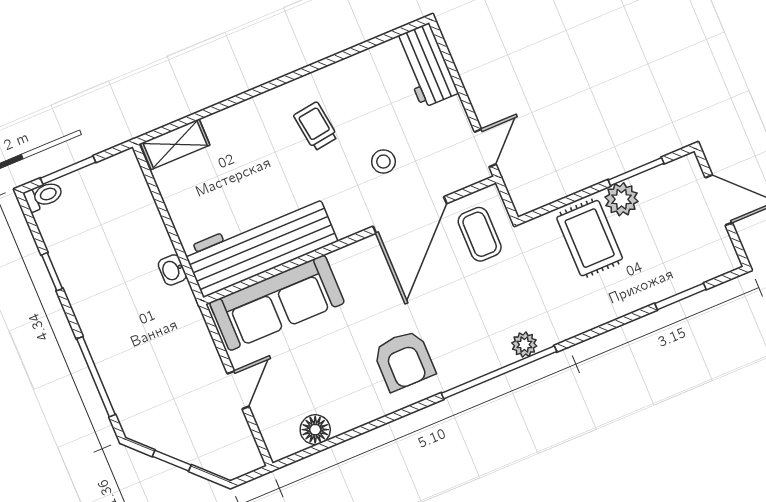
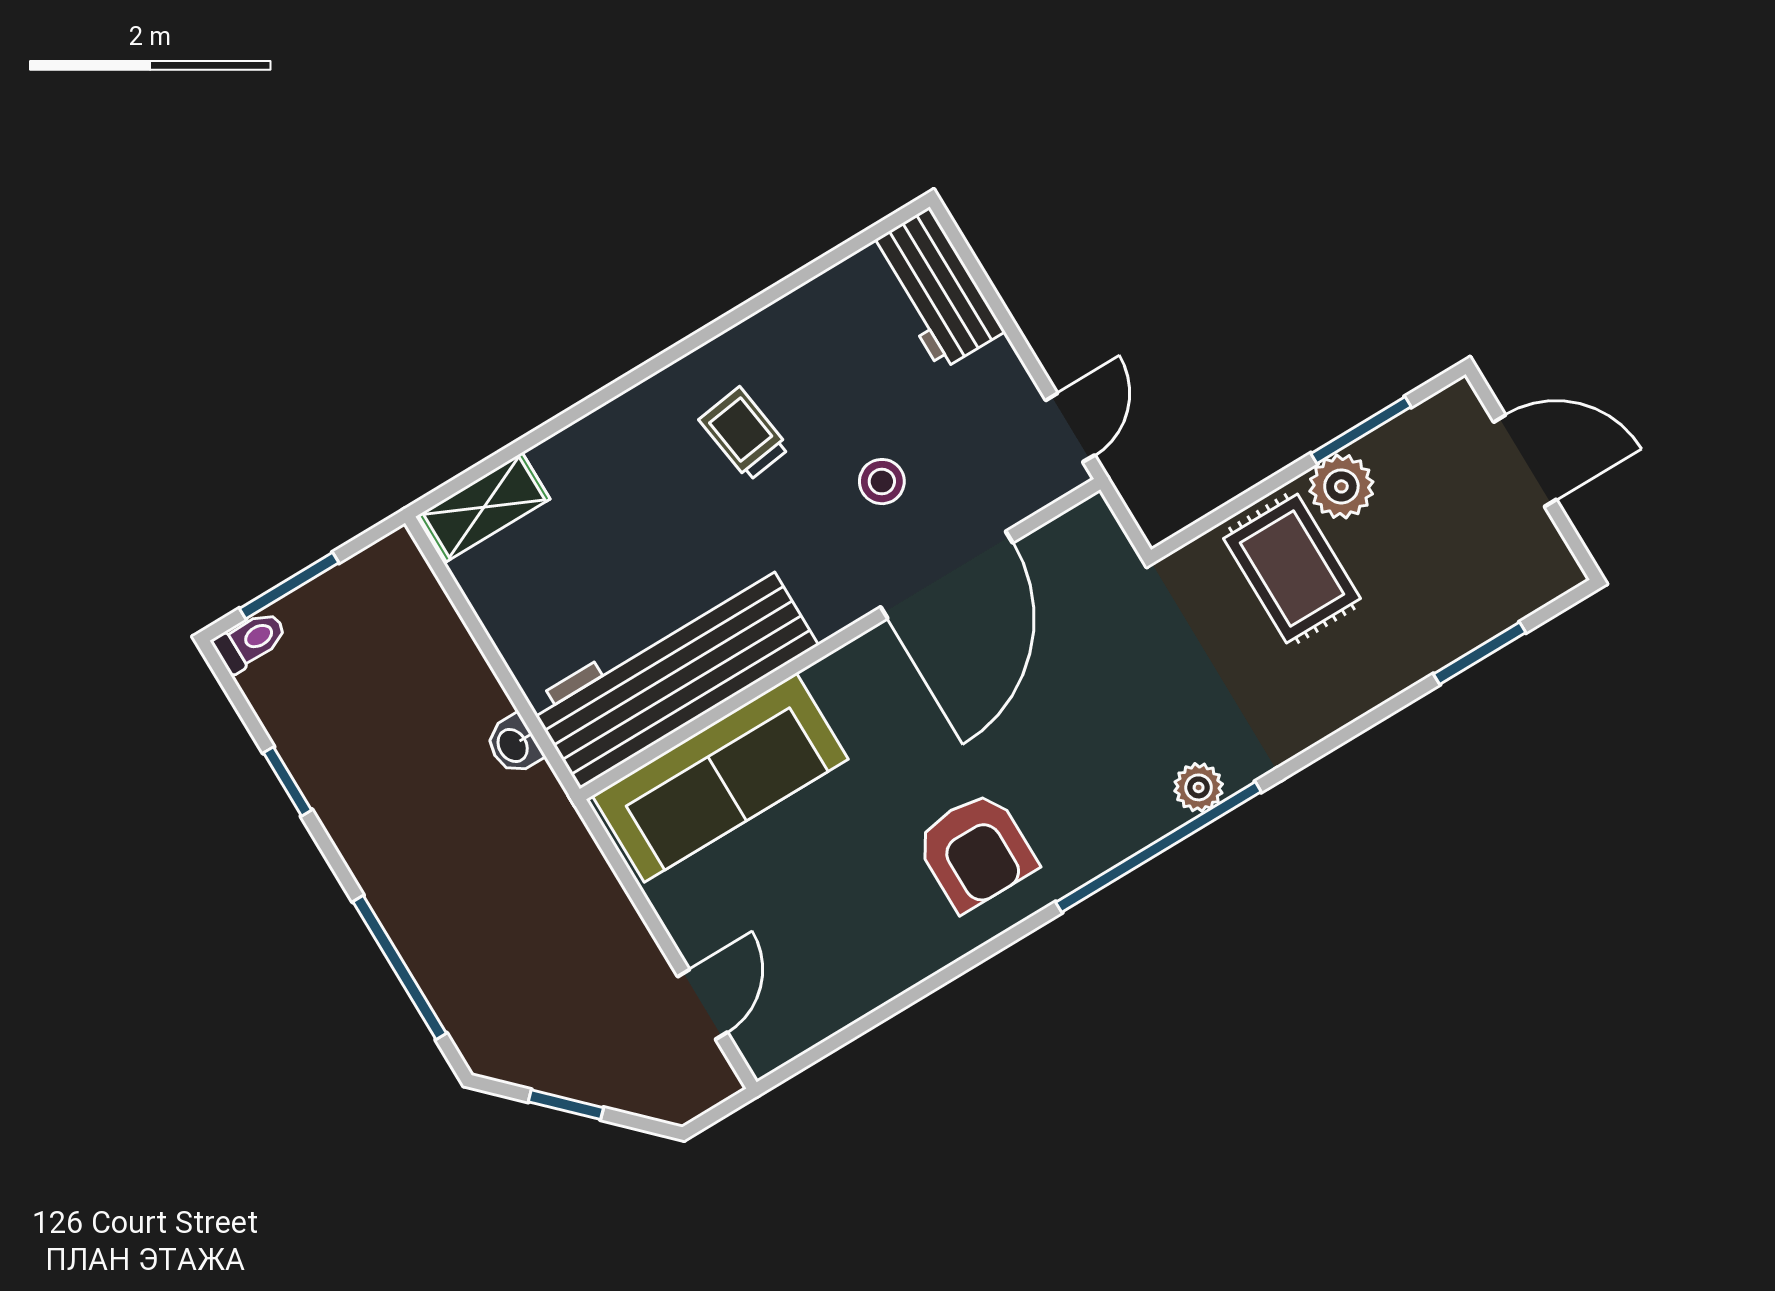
coffee table: (480, 234) -> (1083, 592), removed
door: (238, 390) -> (702, 1004), moved
floor lamp: (315, 430) -> (828, 1006), removed

